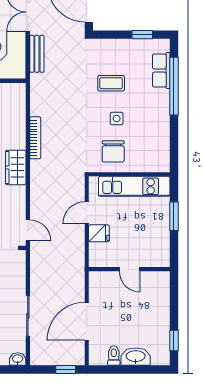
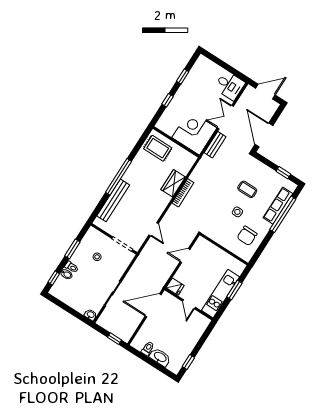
row of seats: (161, 71) -> (278, 206), width x1.48
chair: (113, 151) -> (247, 236), moved
wardrobe: (16, 168) -> (173, 183), moved
kitchen unit: (134, 186) -> (221, 294), moved, turned 90
door: (28, 230) -> (154, 229), moved
fridge: (99, 233) -> (175, 287), moved
door: (87, 321) -> (153, 305), moved

